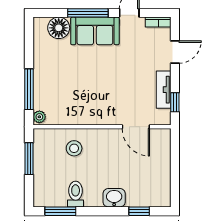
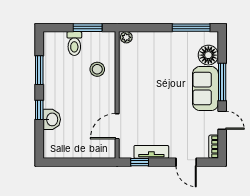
window: (29, 89) -> (191, 28), moved
toilet: (76, 194) -> (74, 44), moved, turned 90
washbasin: (114, 198) -> (52, 119), moved
window: (60, 211) -> (39, 70), moved
window: (139, 211) -> (39, 110), moved

